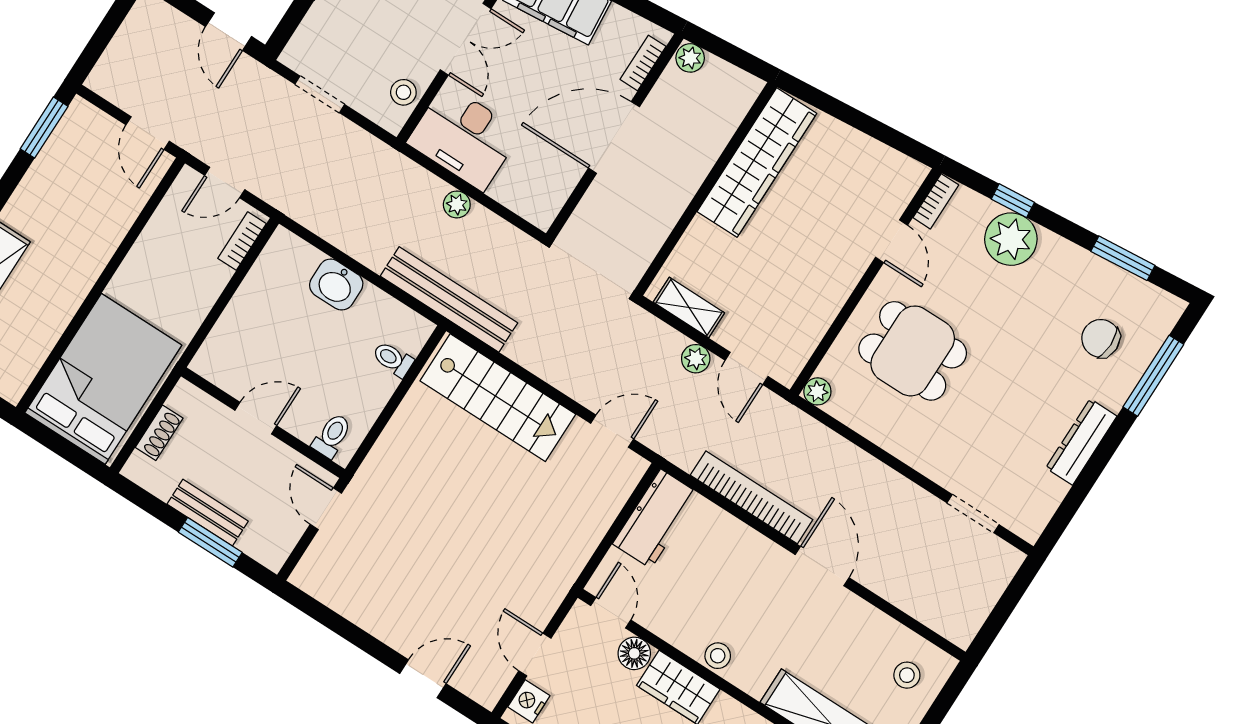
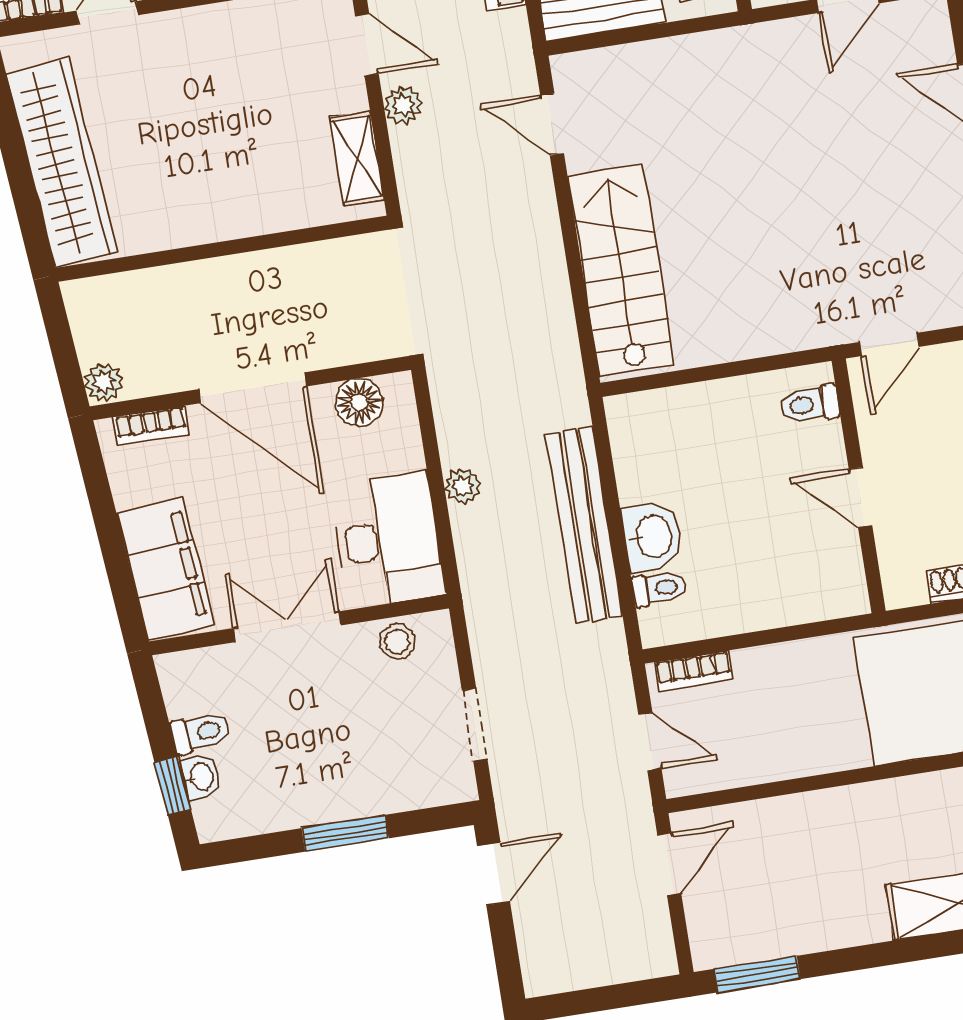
wardrobe: (757, 163) -> (62, 163), moved, turned 85
floor lamp: (554, 189) -> (359, 402), added
bench: (449, 299) -> (584, 525), moved
toilet: (393, 359) -> (659, 588), moved, turned -90
door: (747, 368) -> (367, 45), hinge flipped

